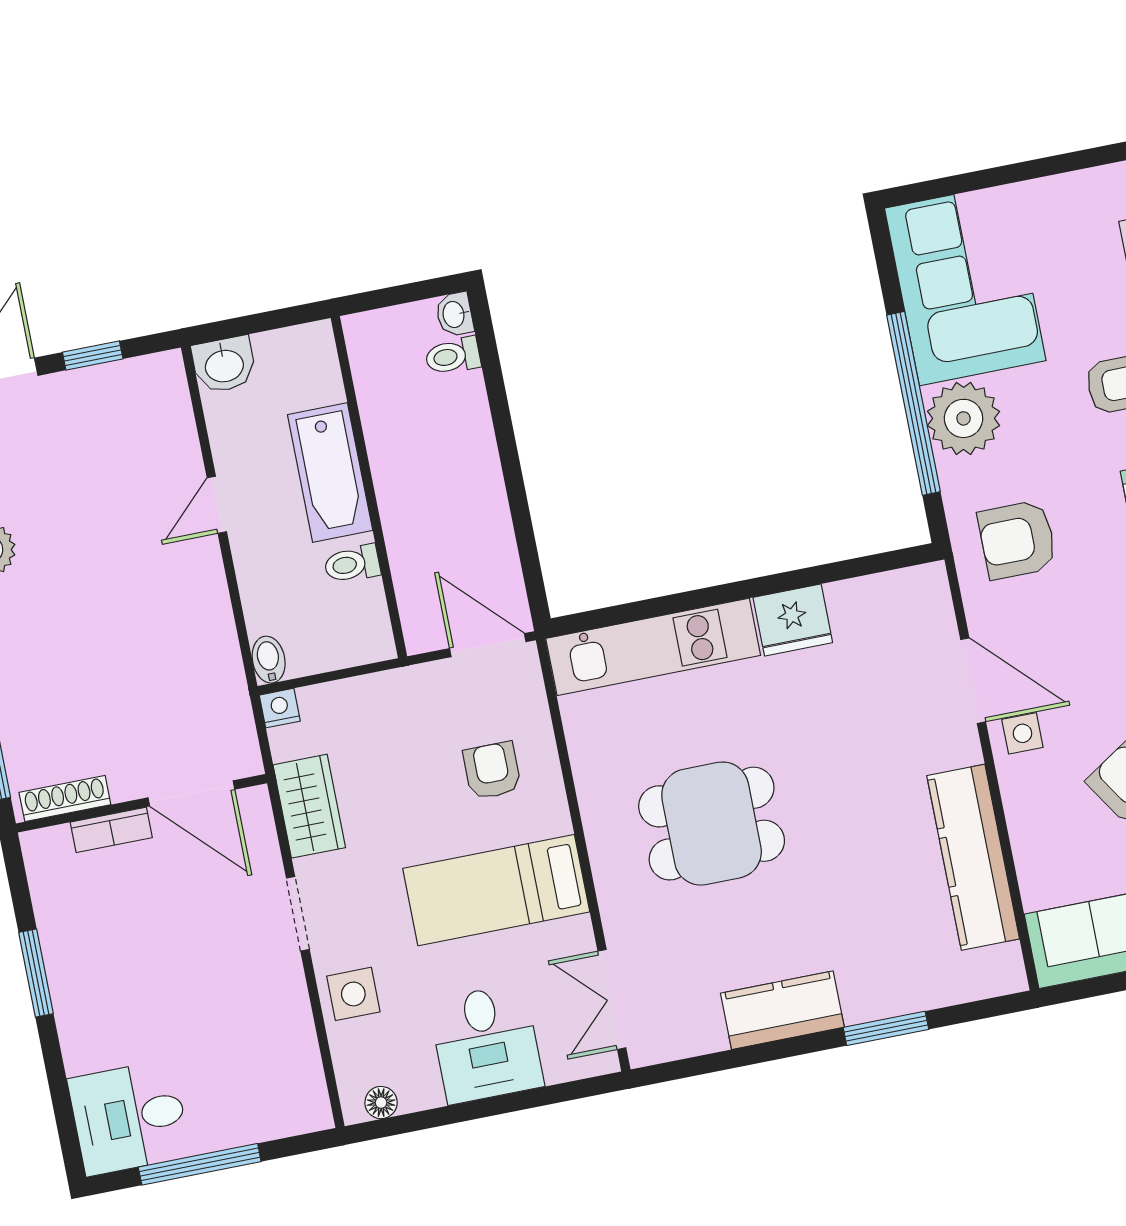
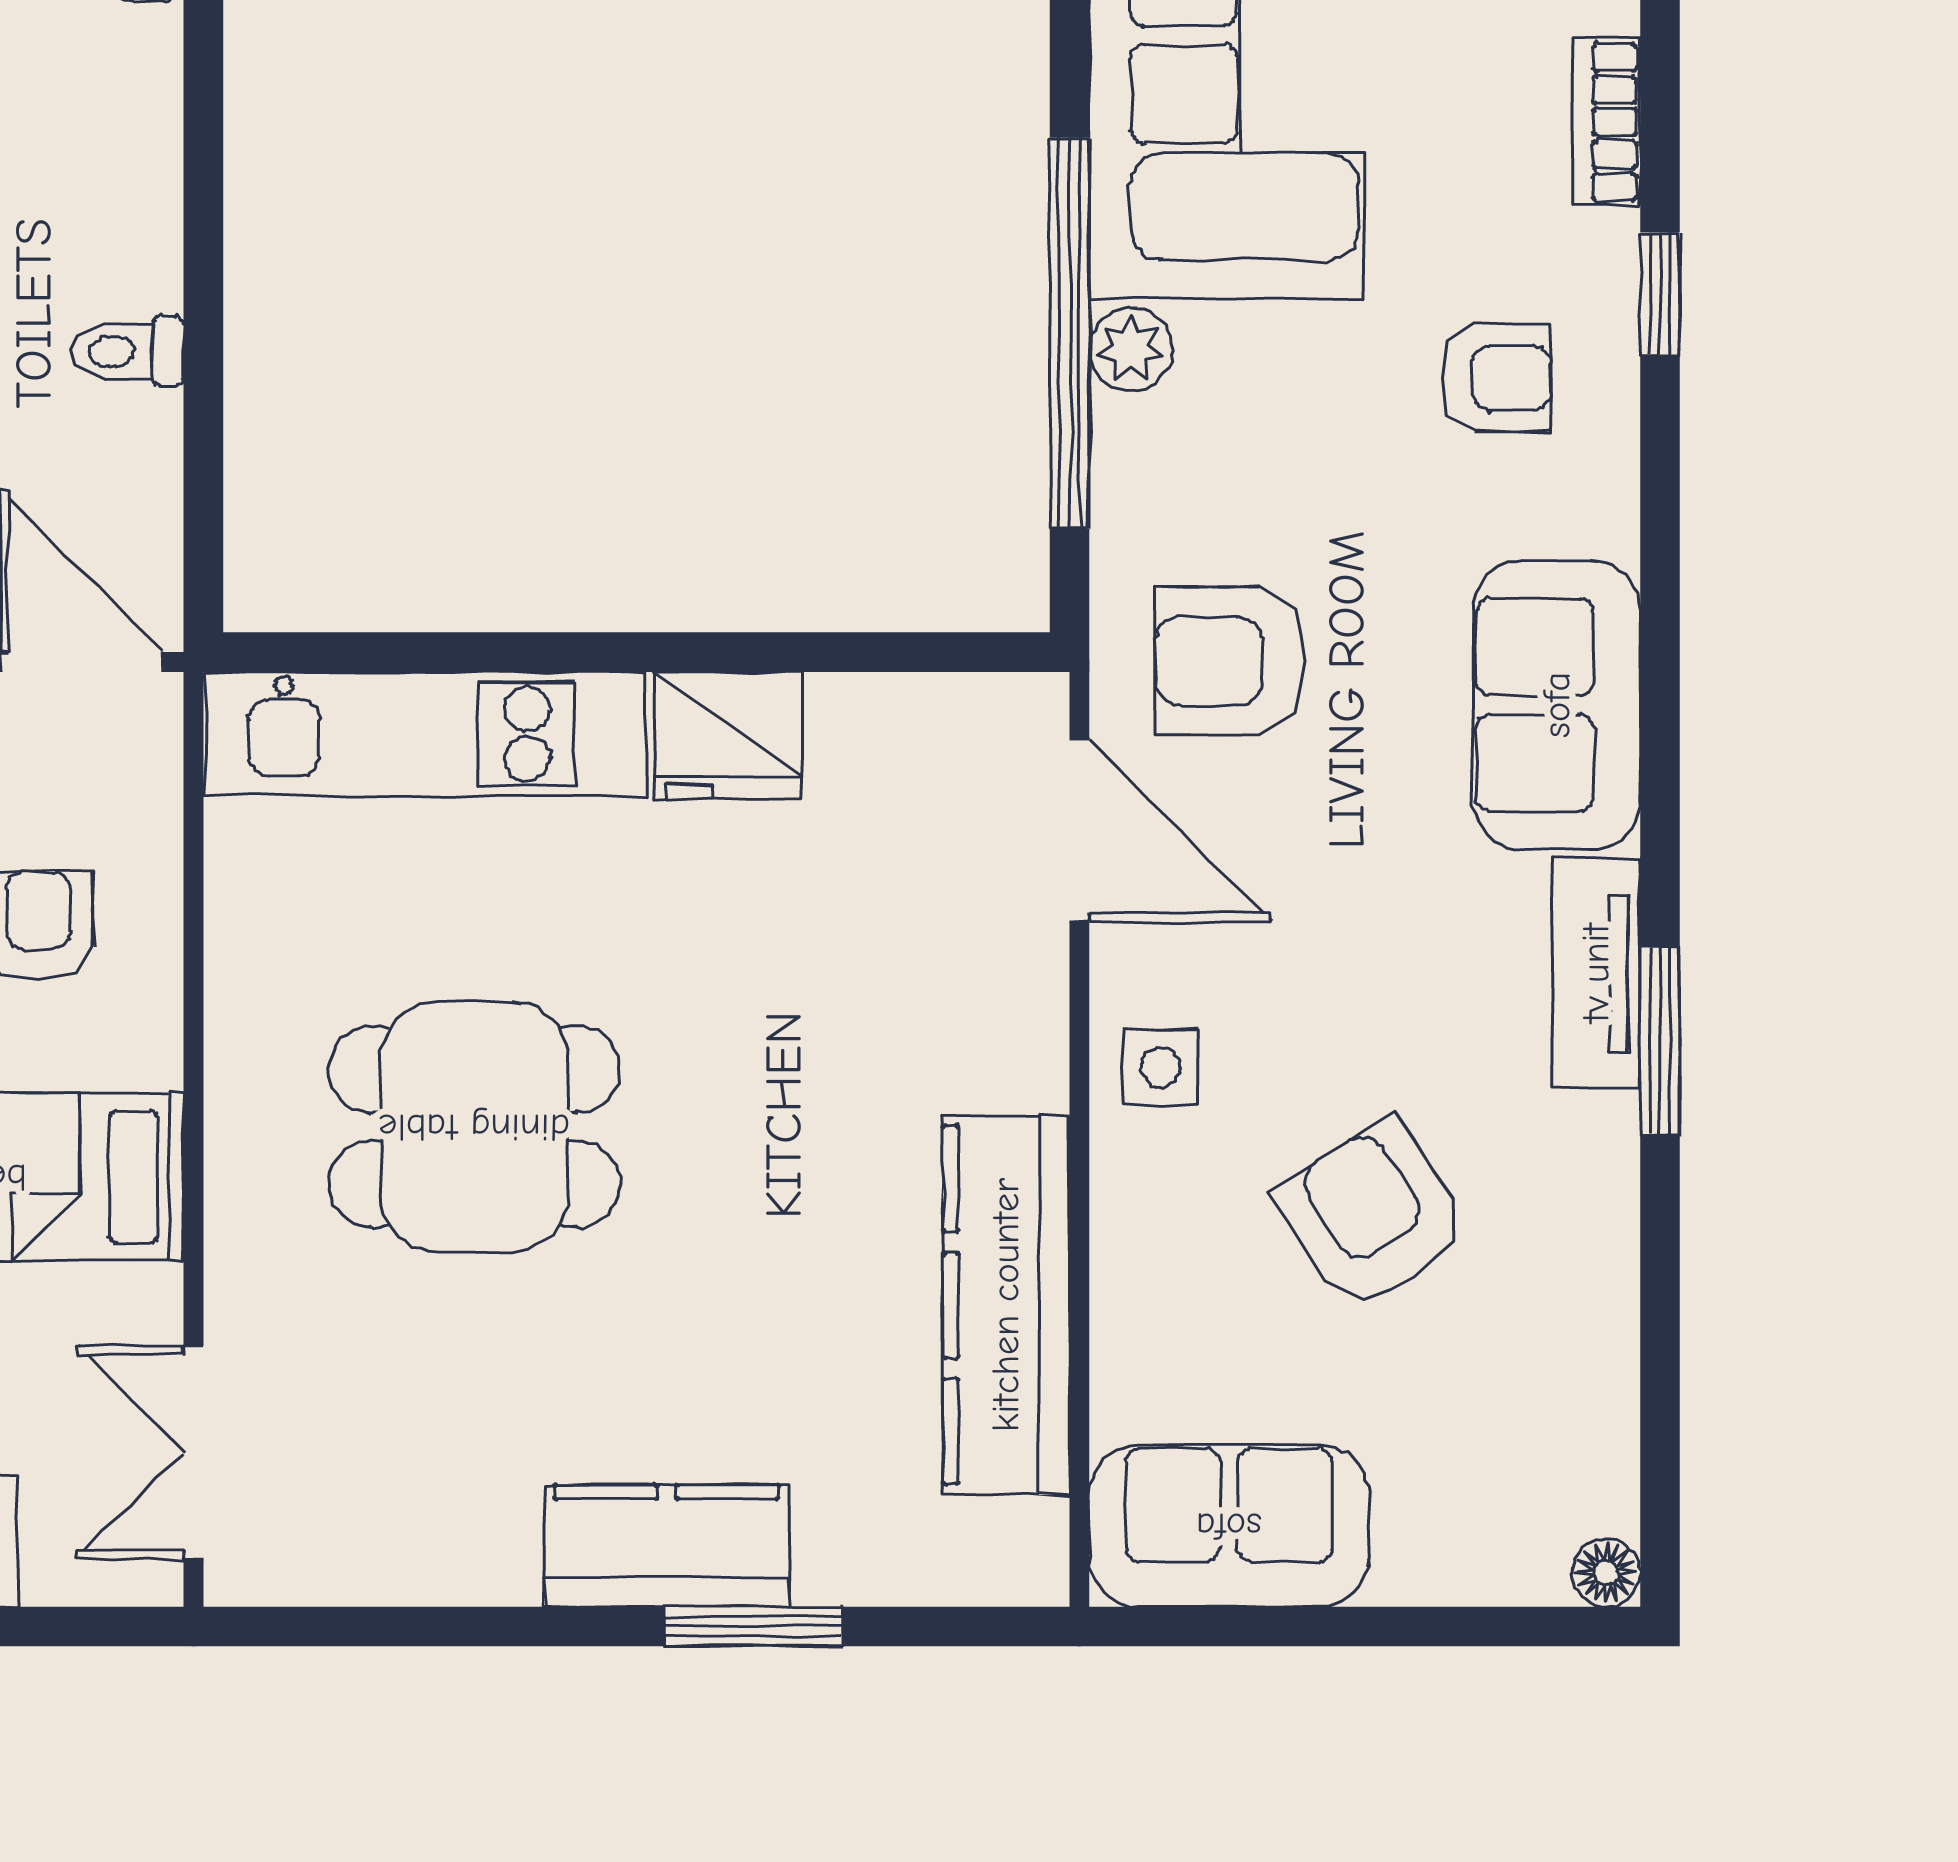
toilet: (453, 356) -> (127, 351), moved
plant: (964, 418) -> (1131, 349), width x0.53, depth x0.53
door: (973, 681) -> (1079, 831), moved
kitchen counter: (782, 1010) -> (666, 1546), moved

